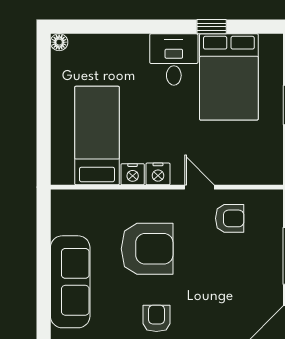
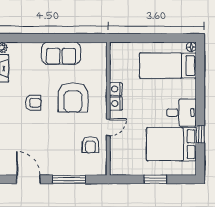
bed: (97, 135) -> (168, 66), moved, turned 180
sofa: (70, 282) -> (61, 53), width x0.73

